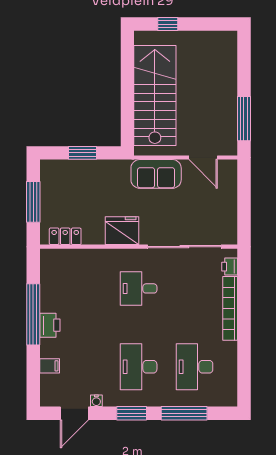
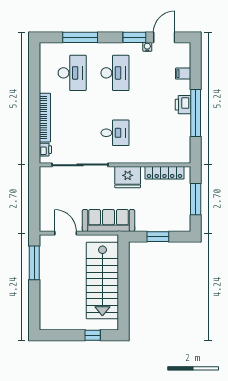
sofa: (156, 174) -> (108, 220), width x1.36
locker: (65, 236) -> (164, 173), width x1.53
window: (132, 413) -> (134, 37), moved

